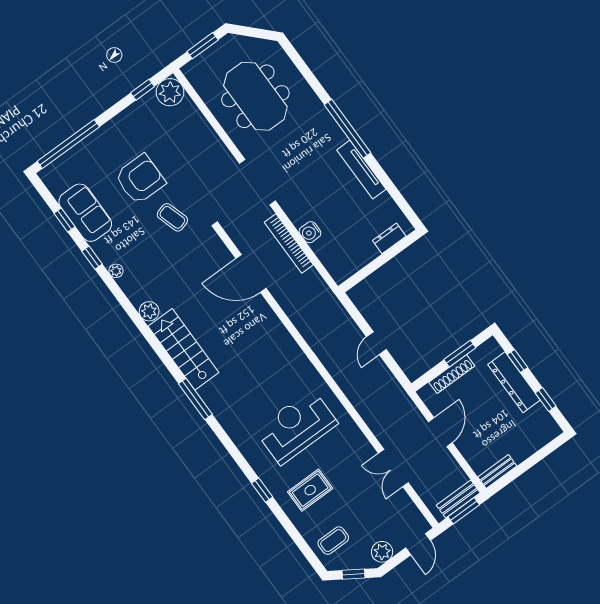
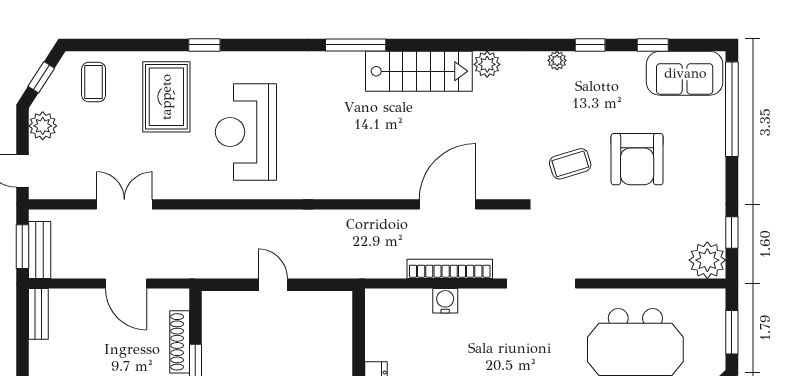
sofa: (85, 213) -> (685, 73), moved
reception desk: (296, 427) -> (246, 132), turned 180
rug: (310, 490) -> (166, 97), width x1.36, depth x1.43

